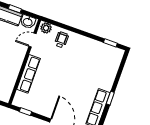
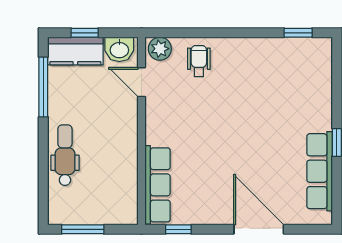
door: (32, 40) -> (142, 82), hinge flipped
row of seats: (28, 74) -> (158, 185), moved

